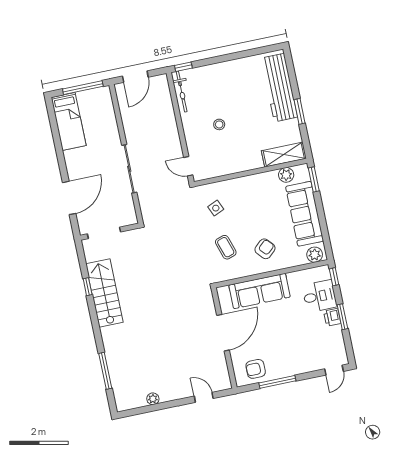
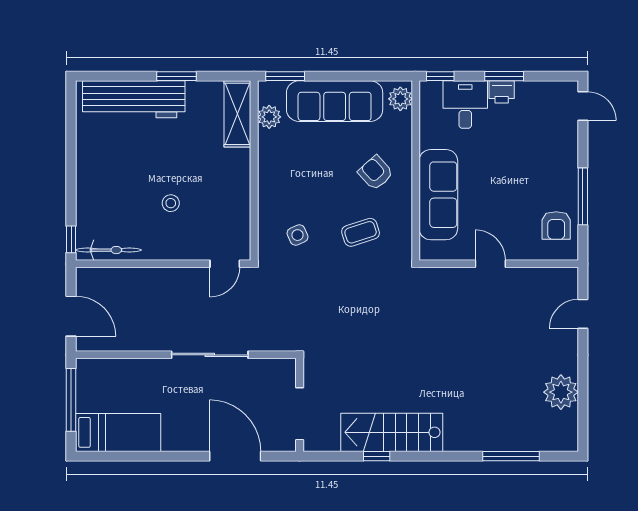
door: (223, 333) -> (490, 264), width x0.53
plant: (153, 399) -> (561, 392), width x1.88, depth x1.88

